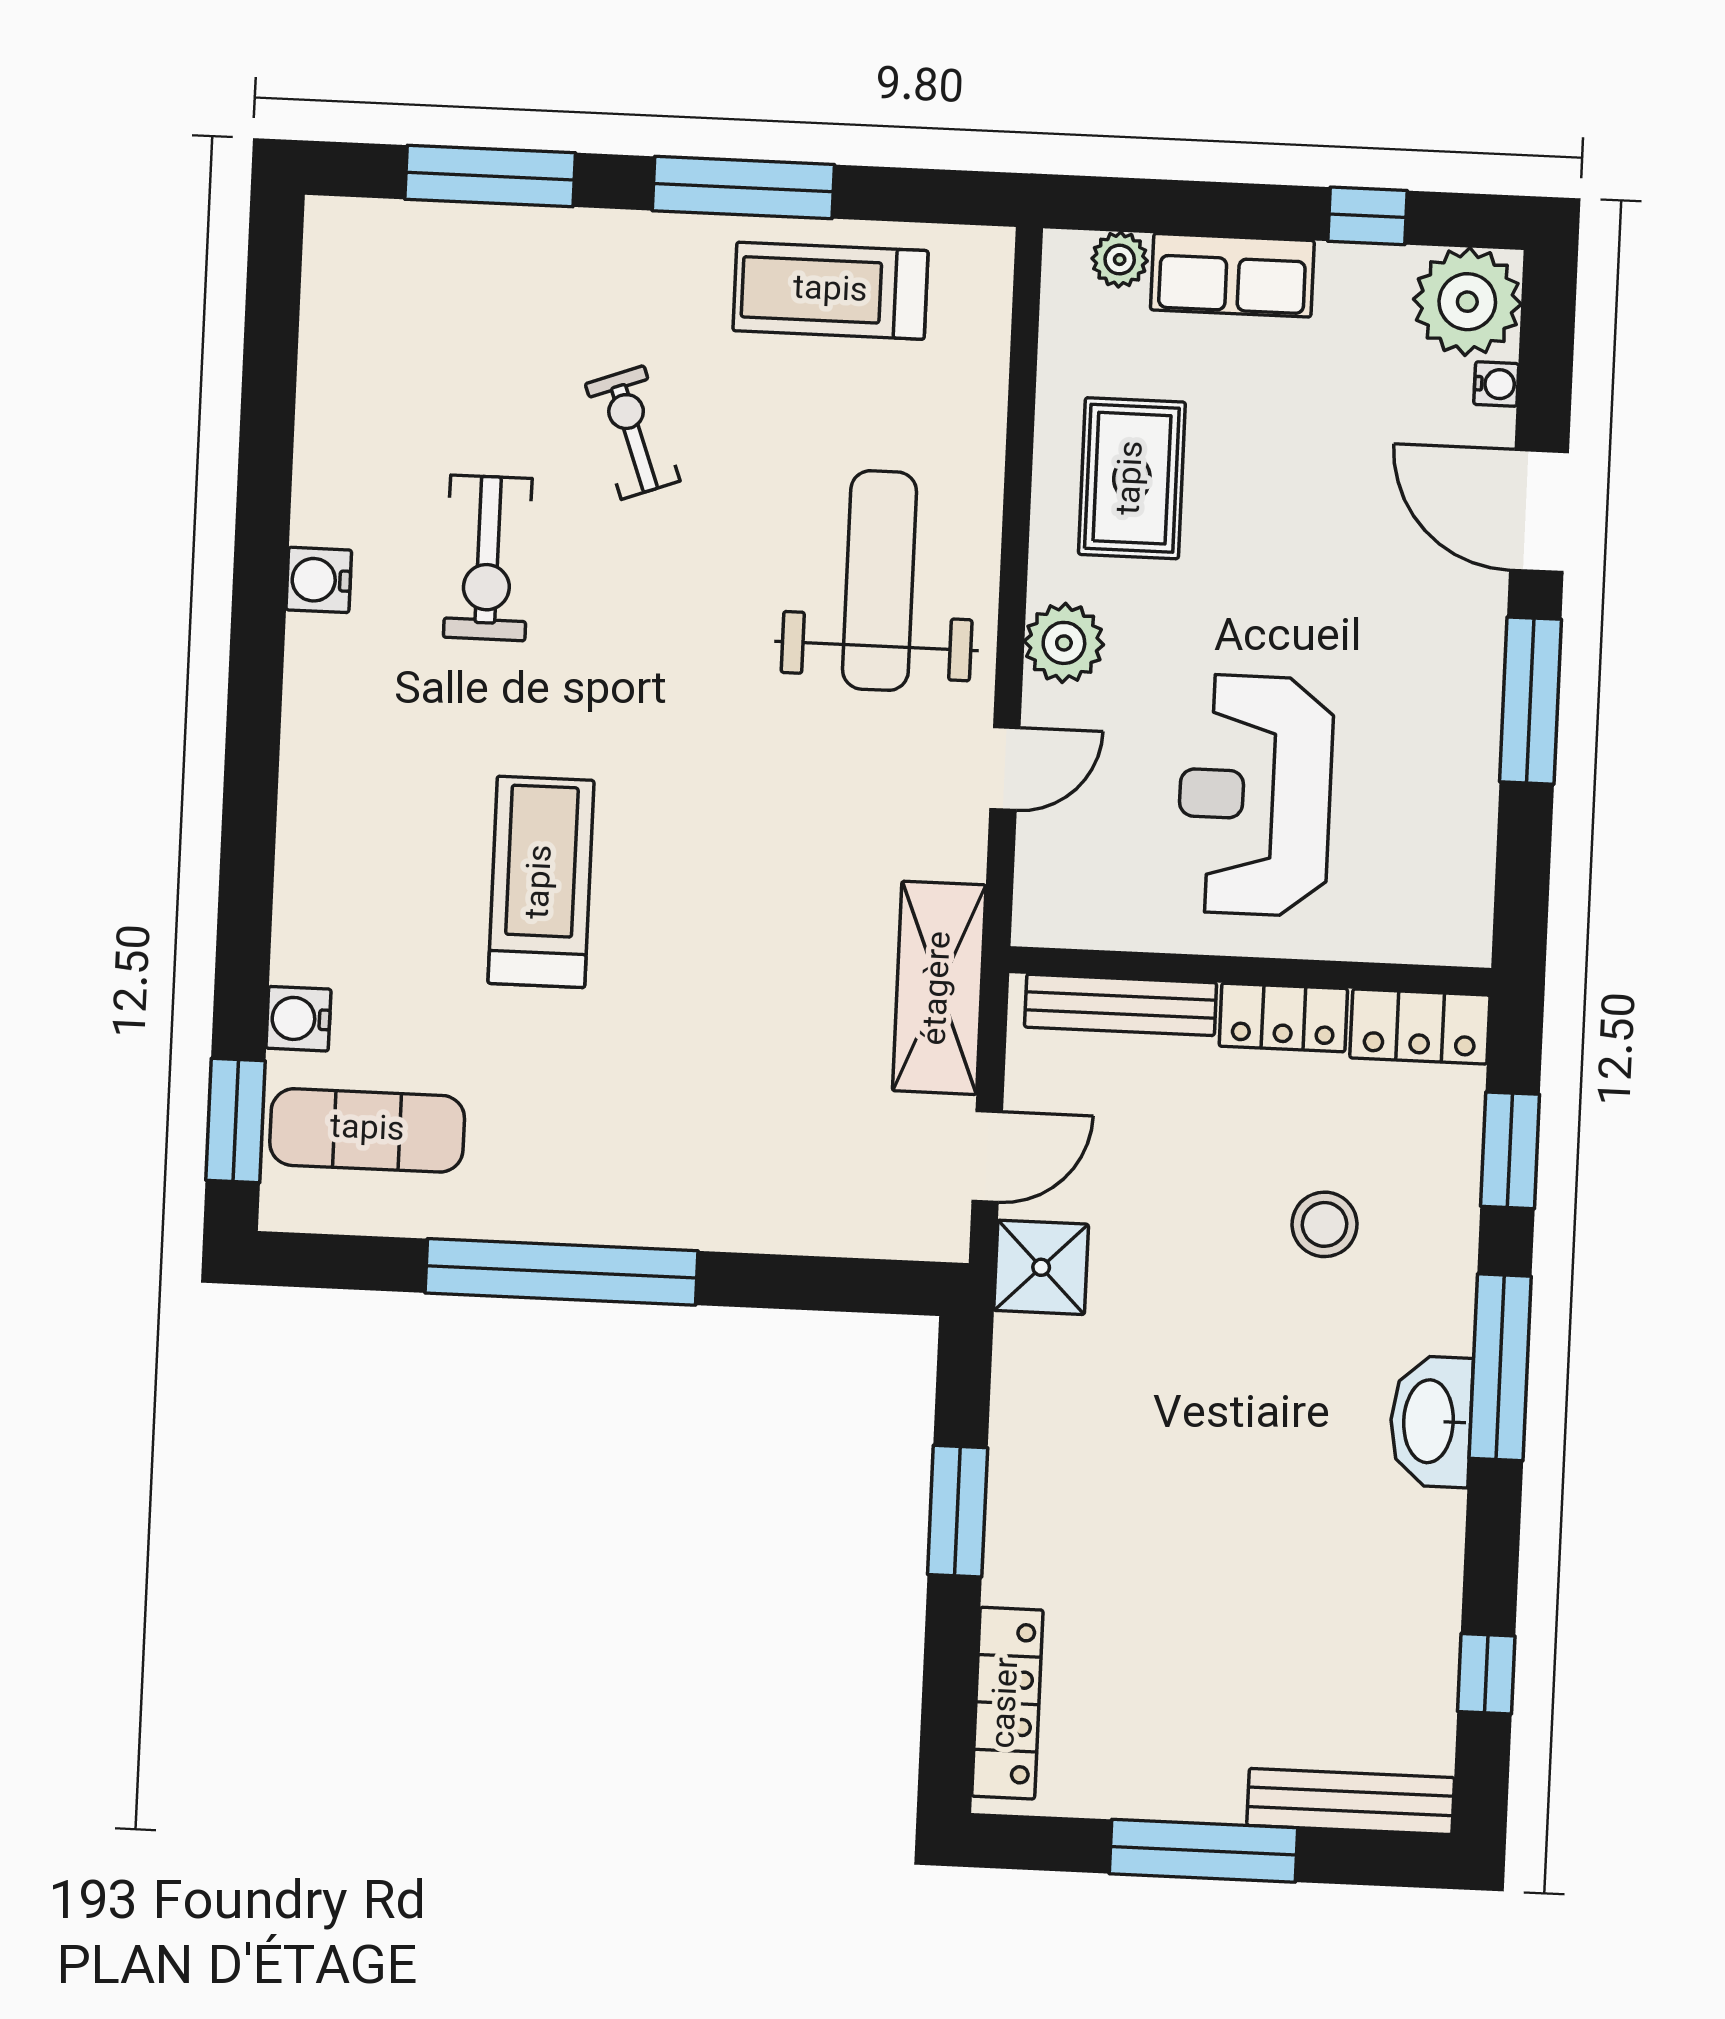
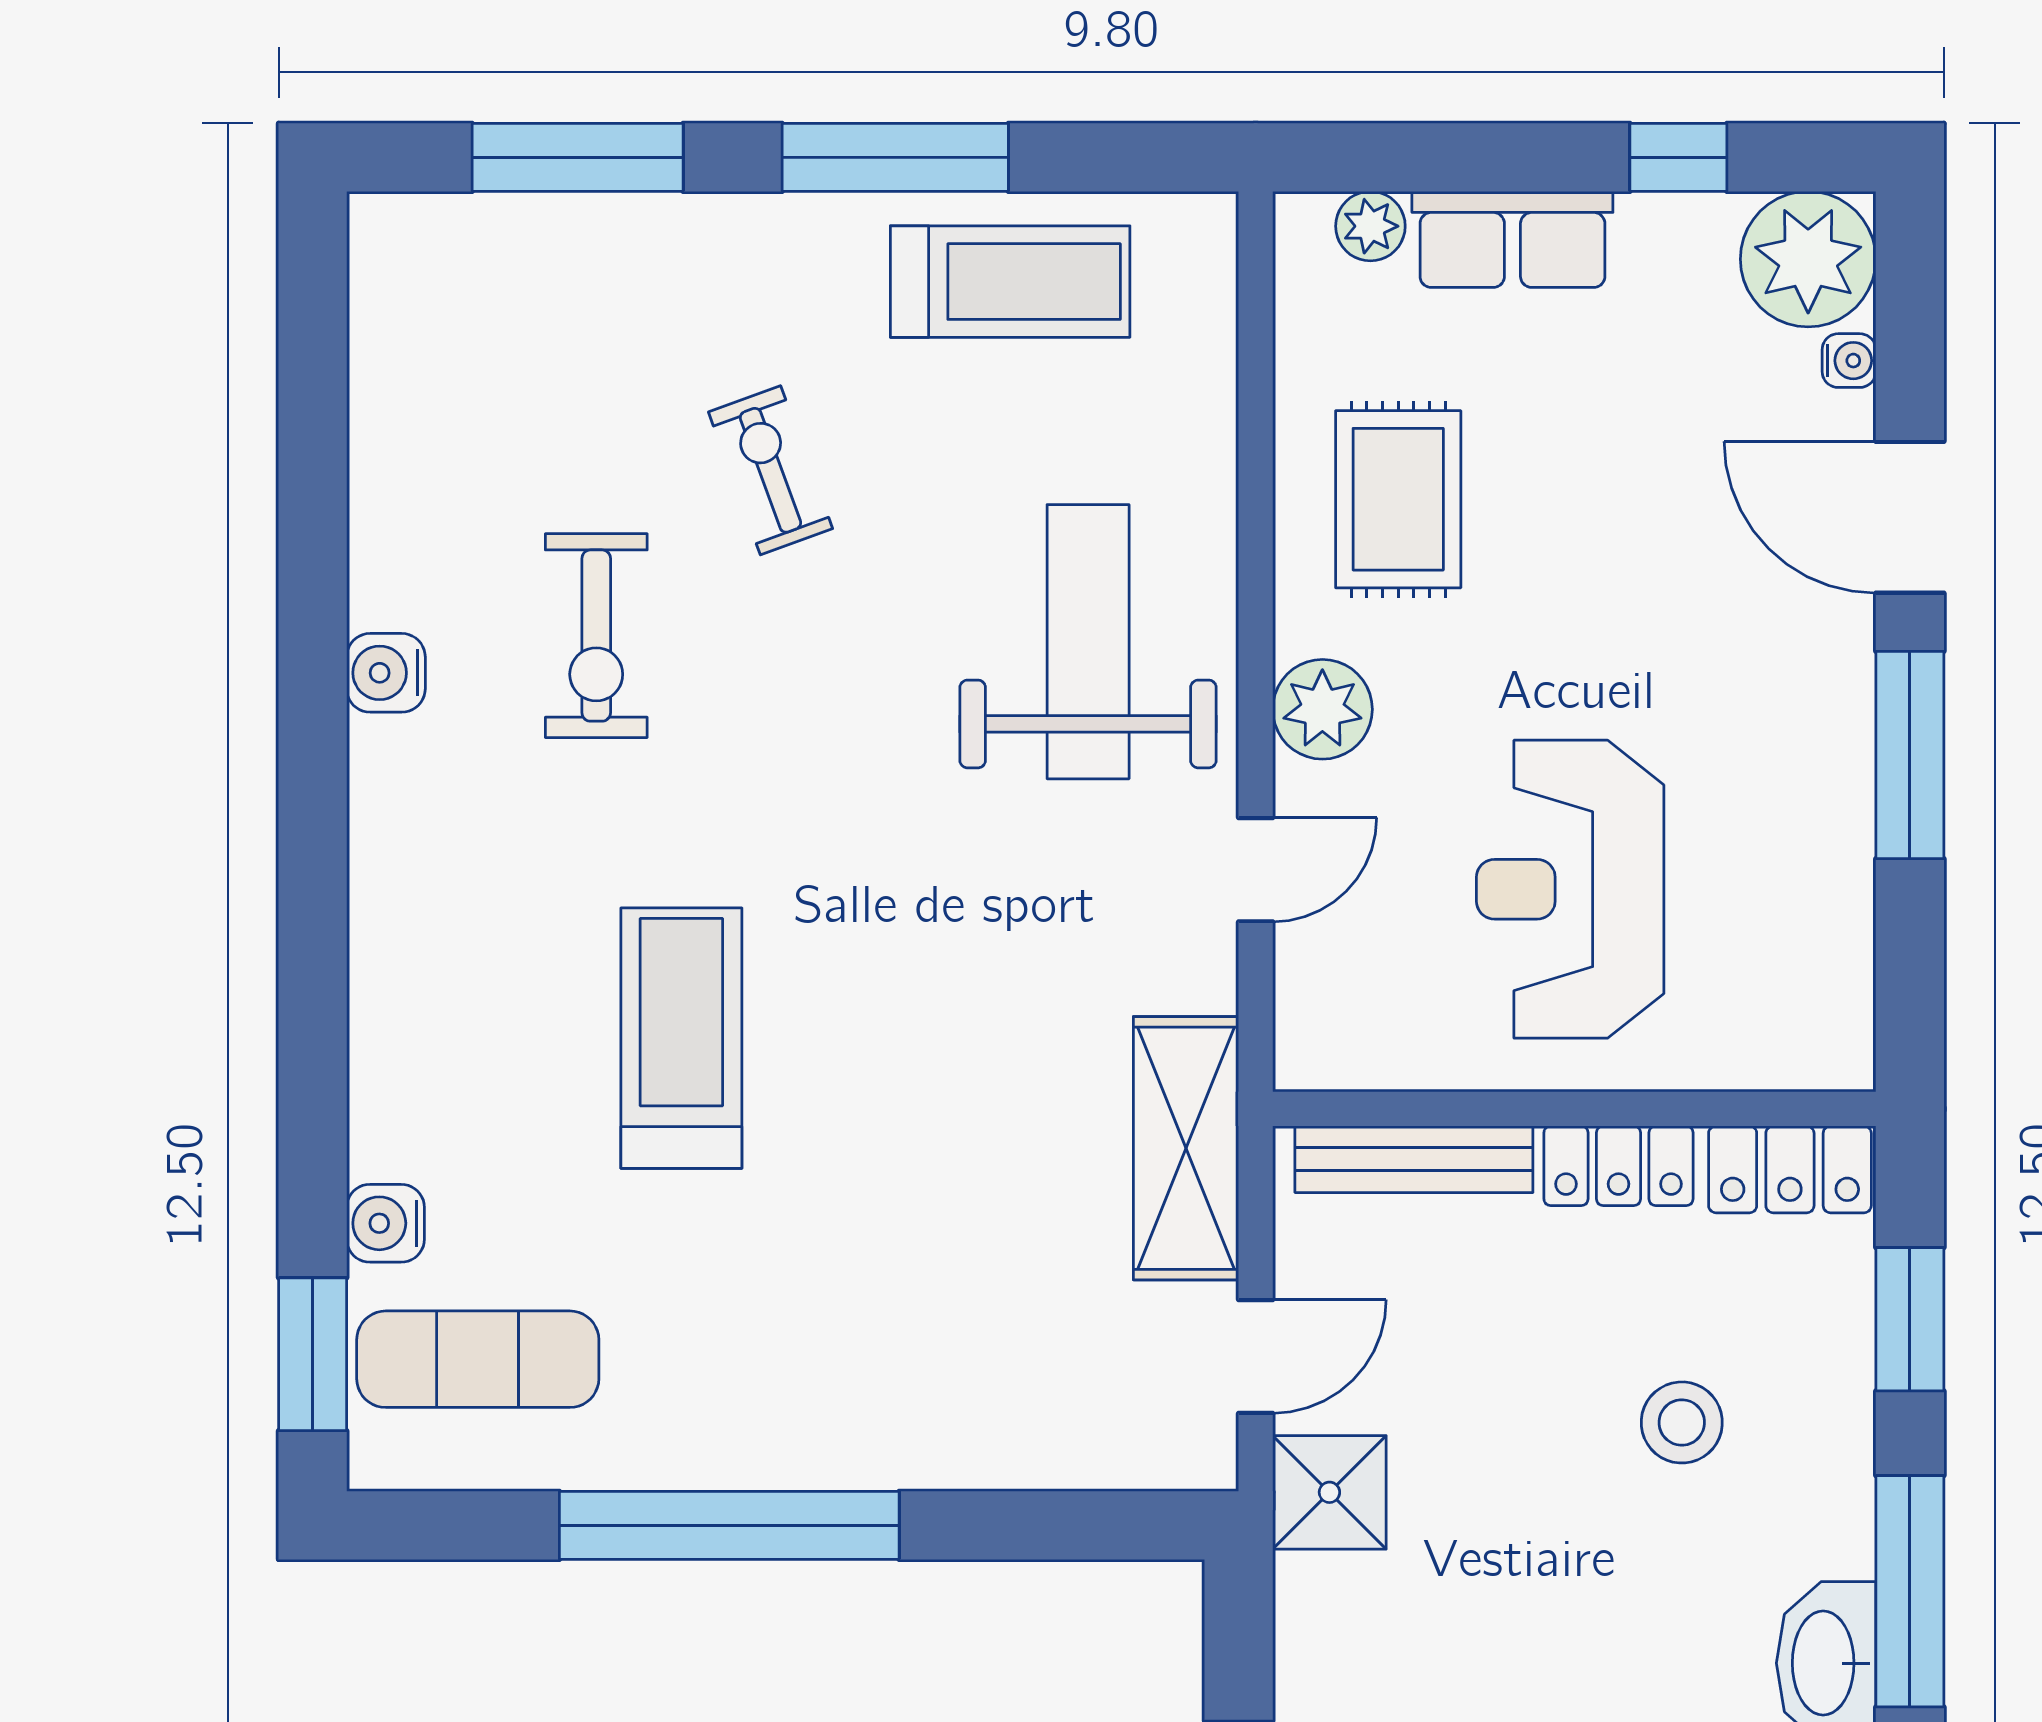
treadmill: (830, 291) -> (1010, 282), turned 180

